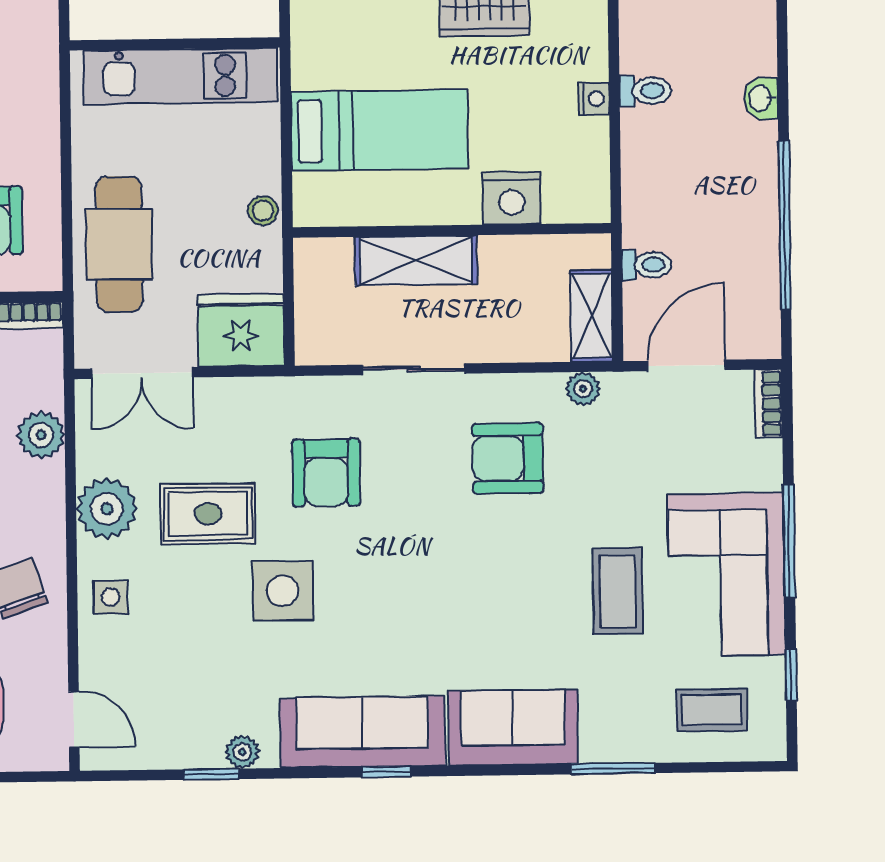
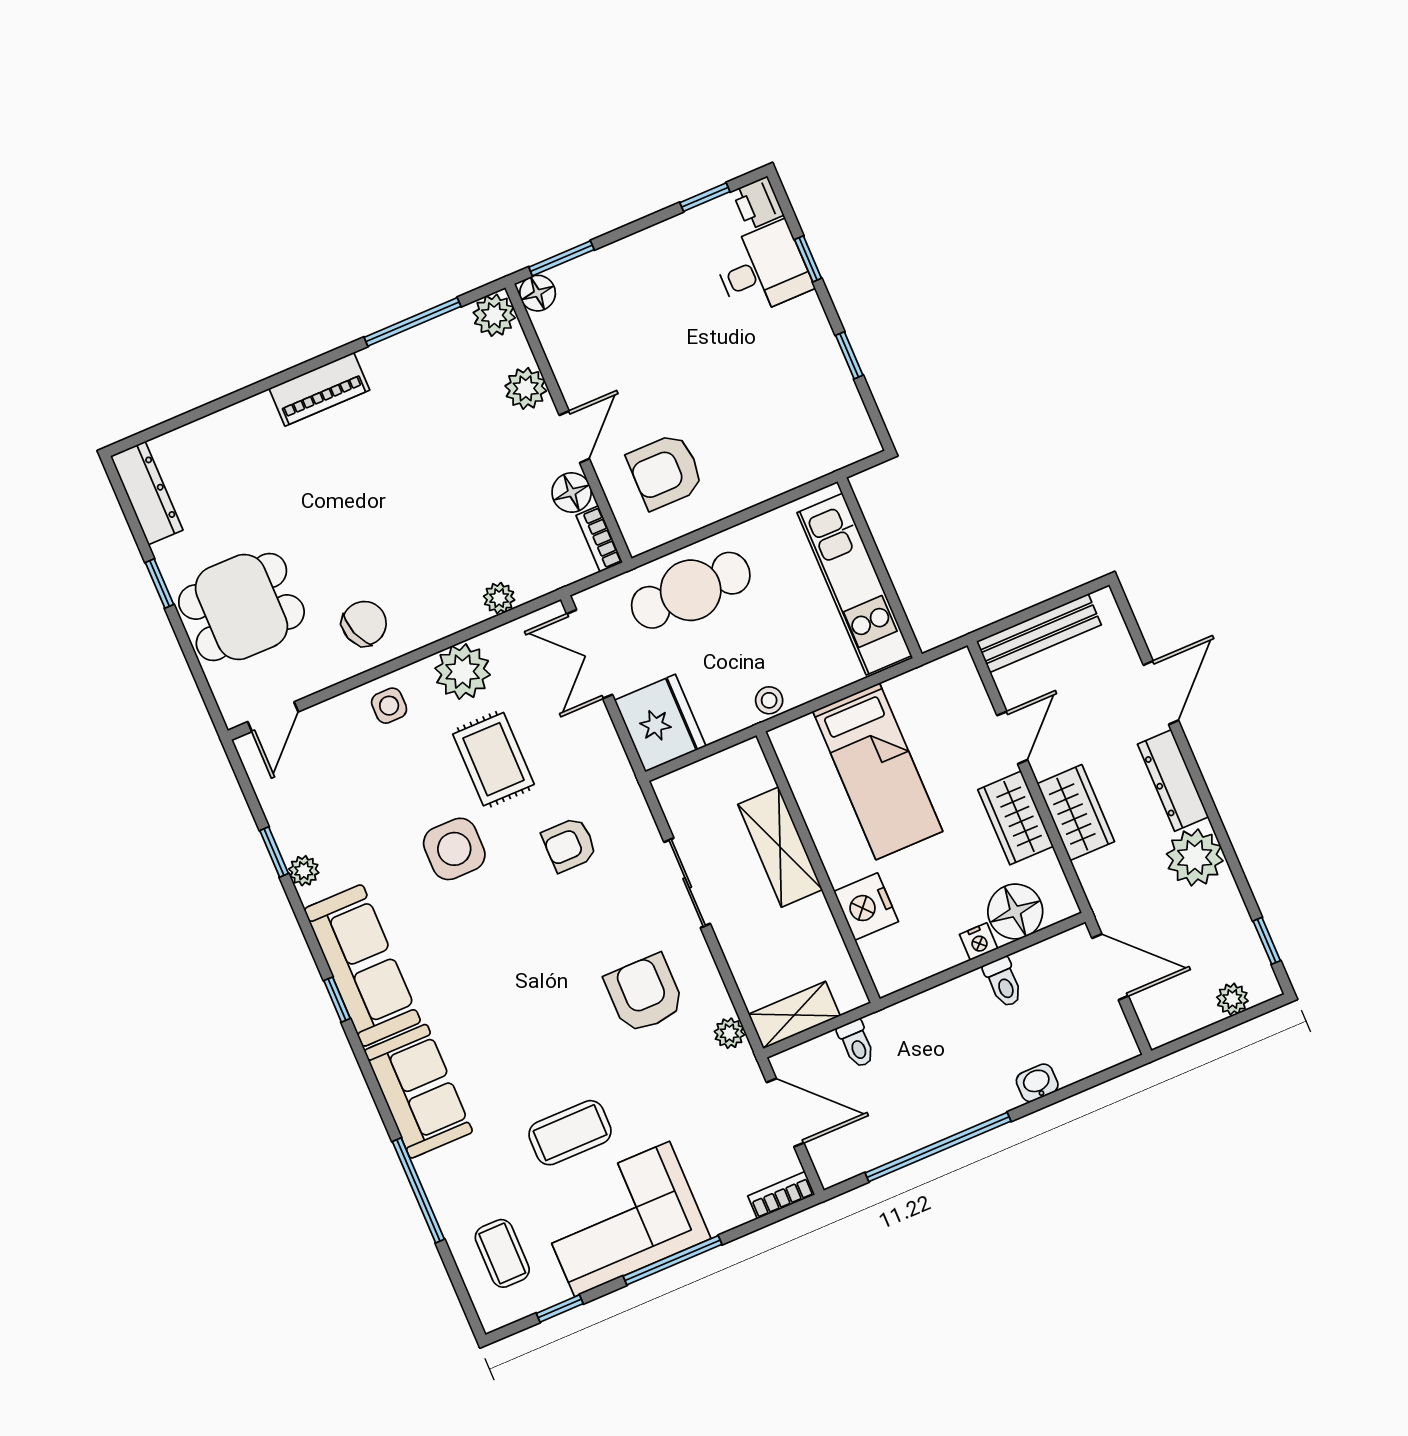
floor lamp: (579, 49) -> (1015, 911), added
plant: (41, 435) -> (499, 598), width x0.73, depth x0.73
armchair: (326, 473) -> (569, 845), width x0.72, depth x0.72
window: (613, 769) -> (418, 1190), width x1.44

